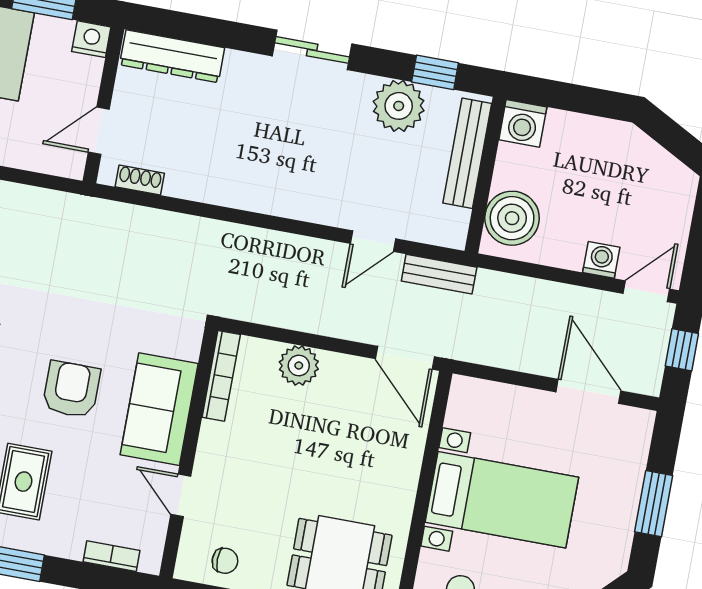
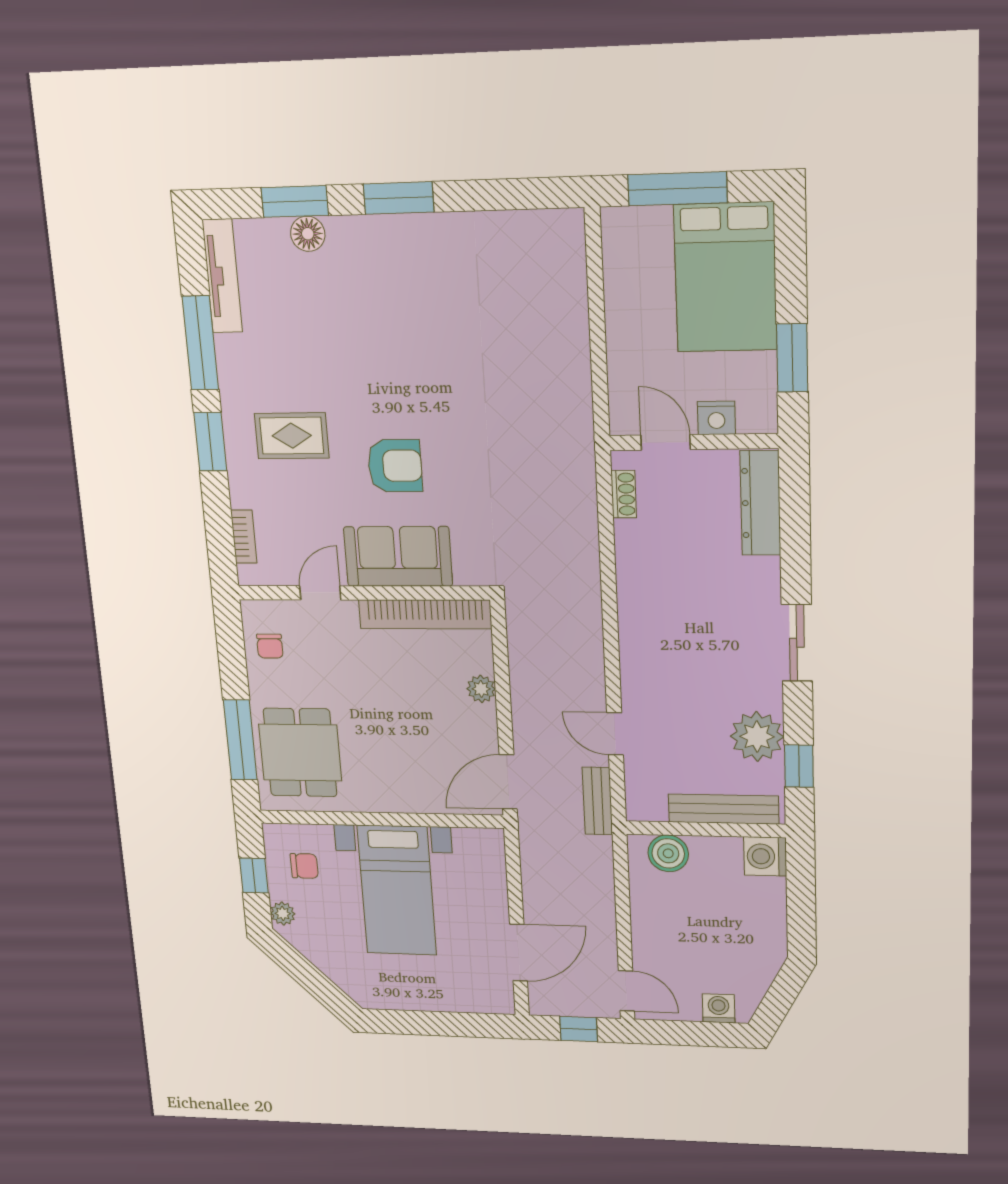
nightstand: (91, 39) -> (716, 418), moved, turned 90
boiler: (512, 218) -> (668, 853), width x0.73, depth x0.73
washing machine: (601, 260) -> (719, 1008), moved, turned -90
plant: (299, 365) -> (481, 689), width x0.73, depth x0.73
bookcase: (221, 376) -> (425, 614), width x1.48, depth x1.31
window: (654, 504) -> (429, 1023), removed

